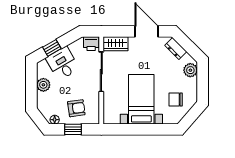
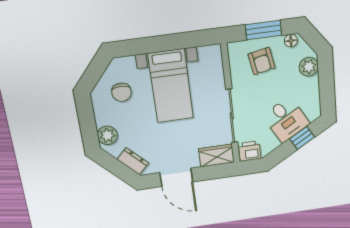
plant: (43, 85) -> (309, 67), moved
chair: (176, 100) -> (121, 92), turned 90
armchair: (76, 108) -> (262, 61), turned -93
window: (73, 129) -> (264, 30), width x1.50

